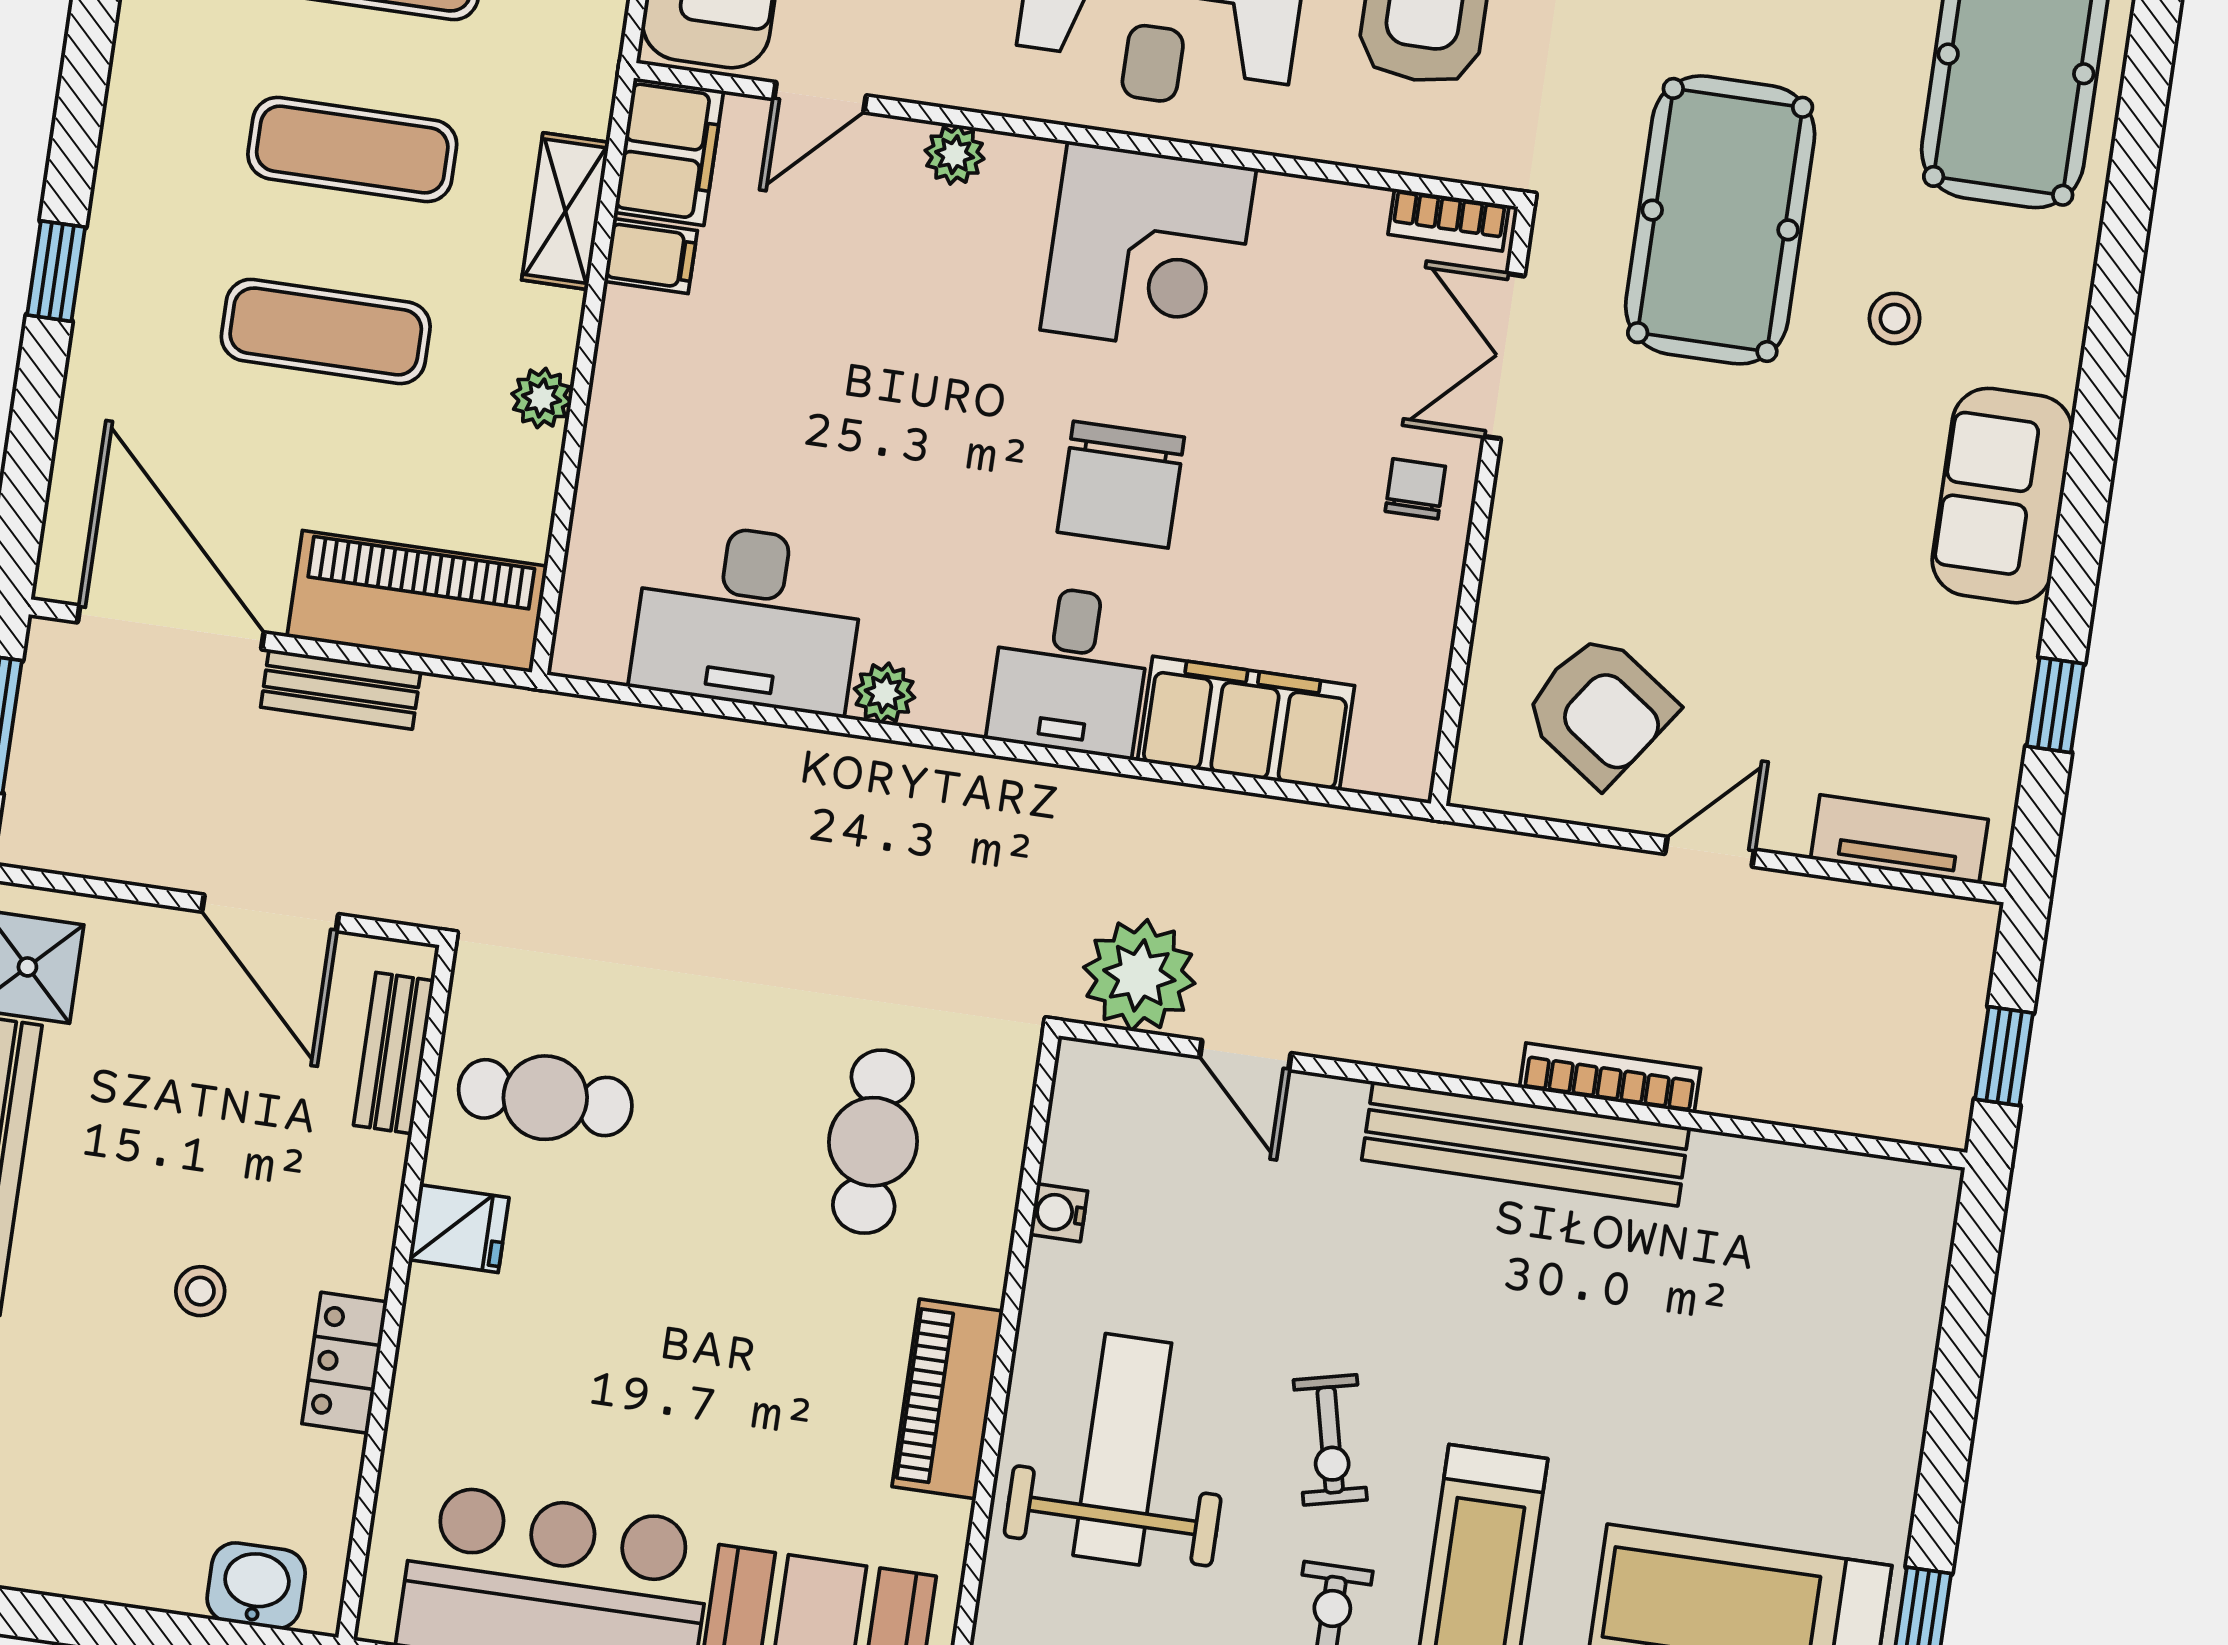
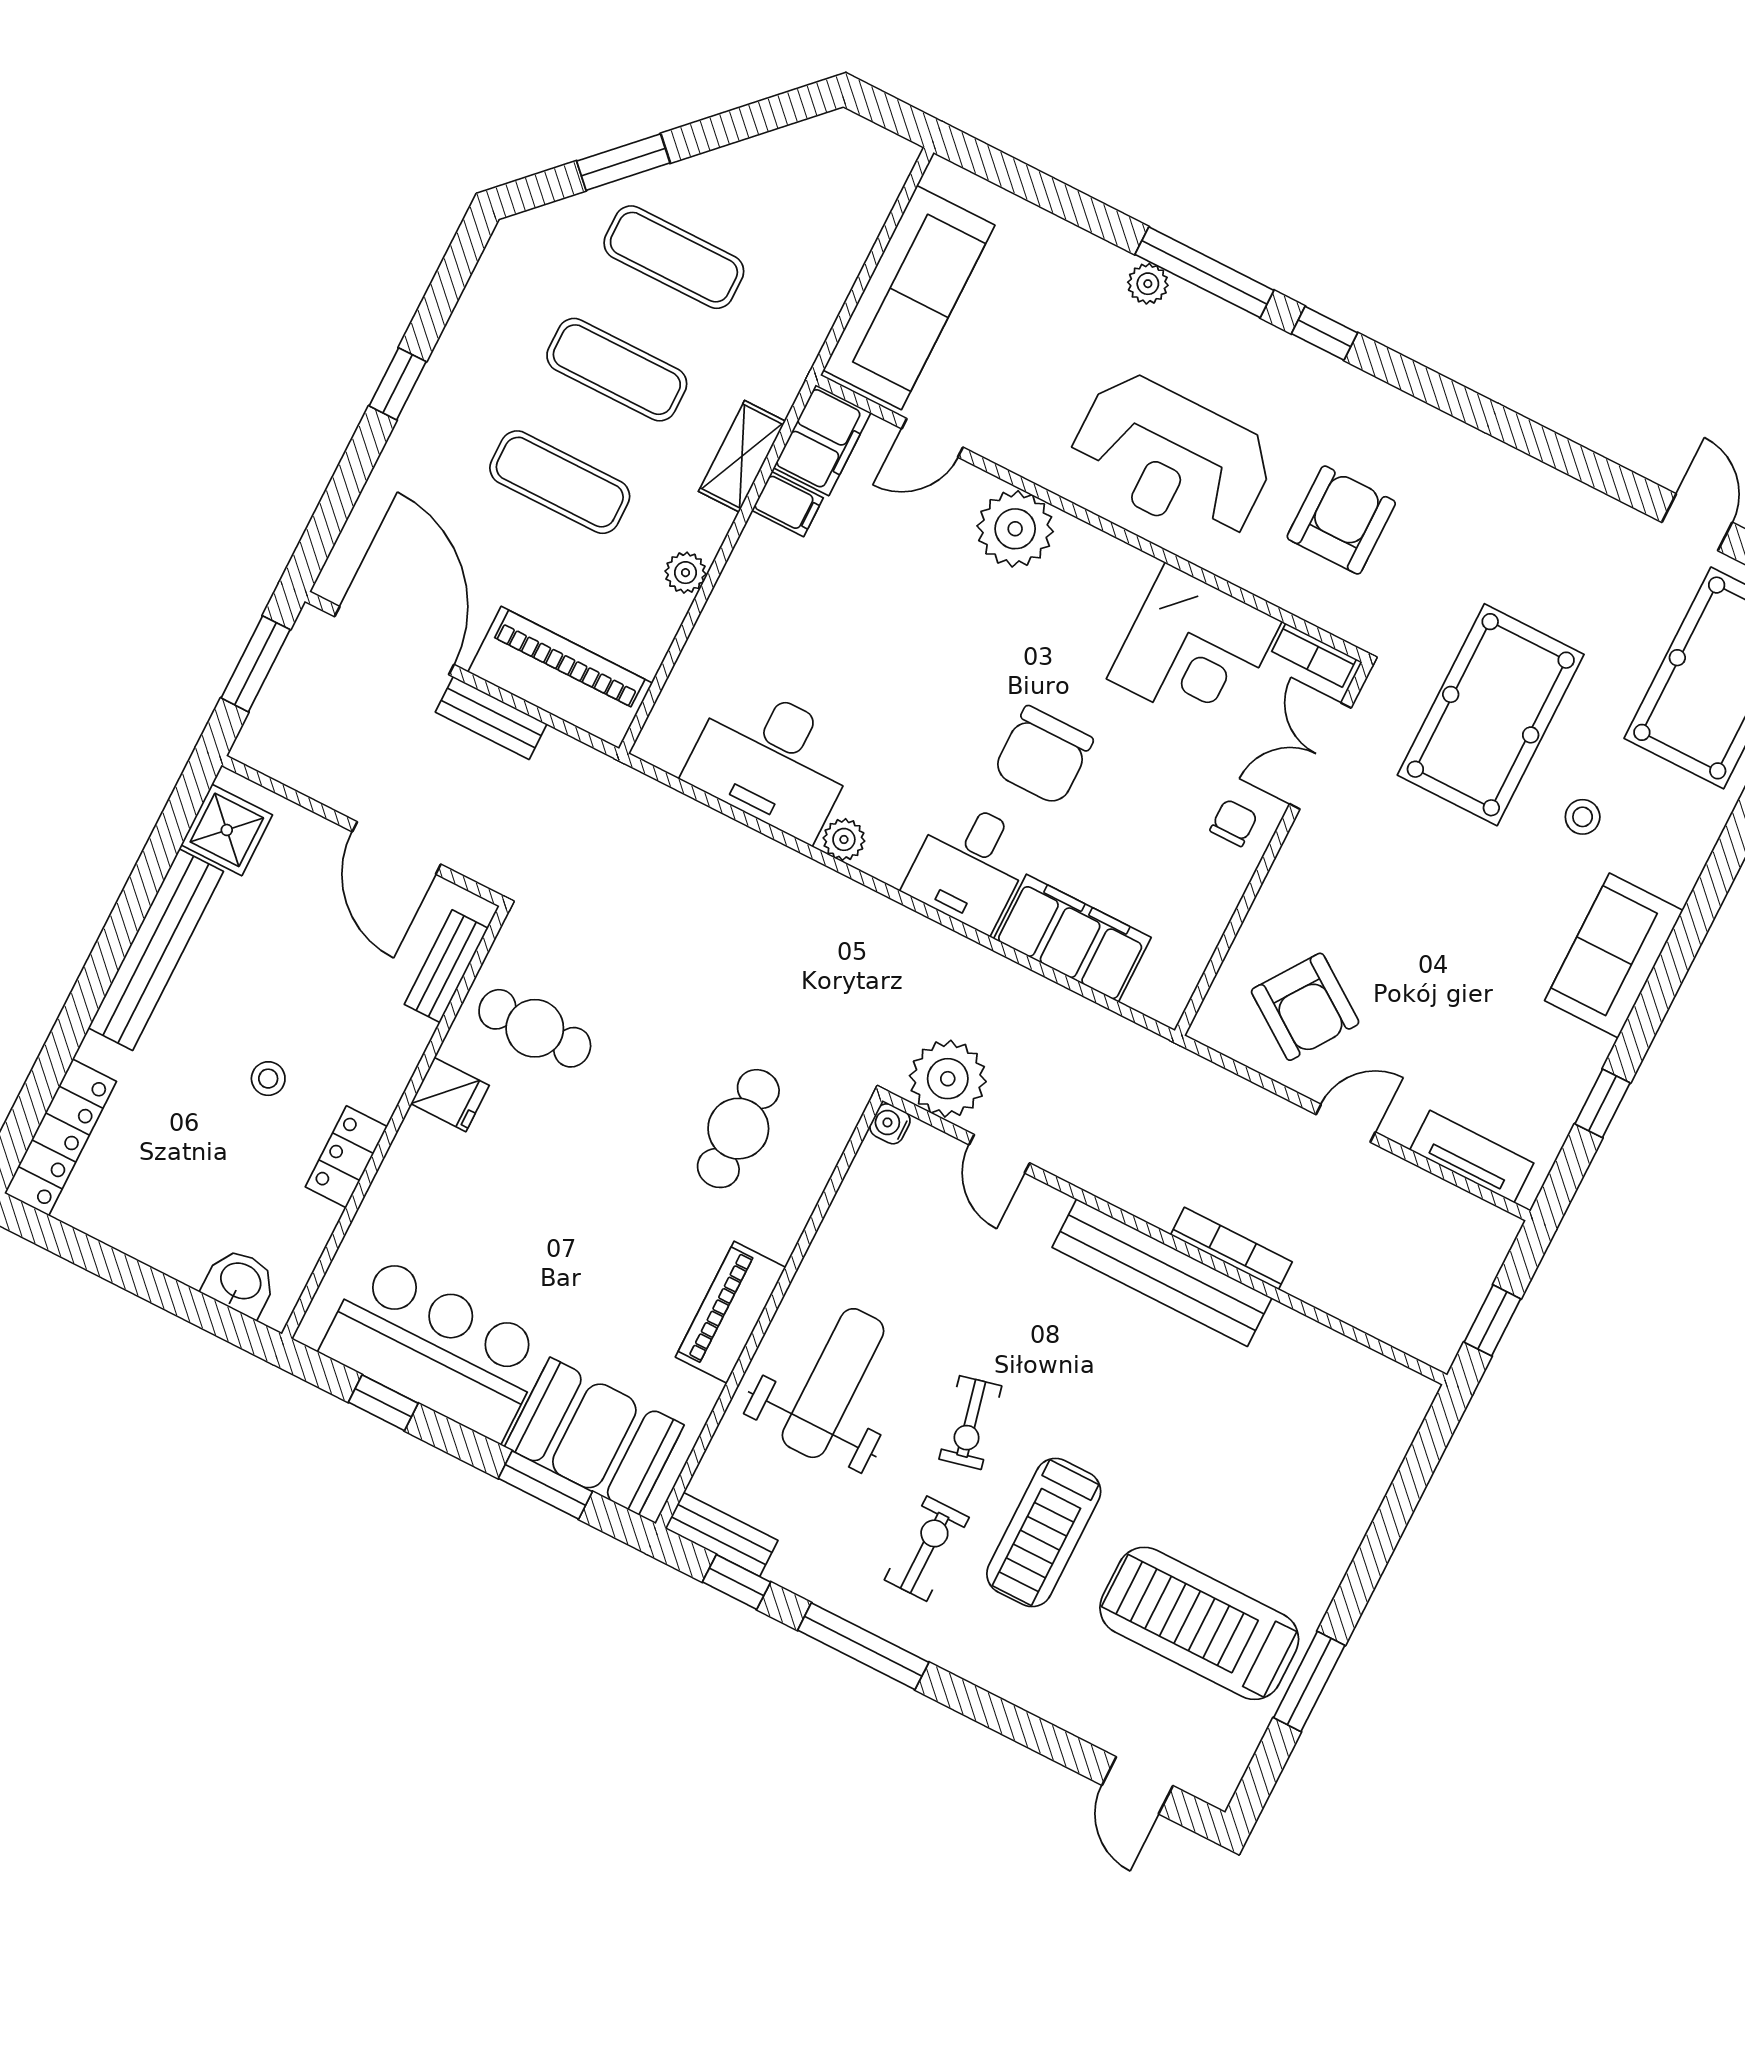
plant: (955, 155) -> (1015, 529), width x1.88, depth x1.88
corner desk: (1148, 249) -> (1194, 650), moved
water cooler: (1059, 1213) -> (890, 1124), moved

